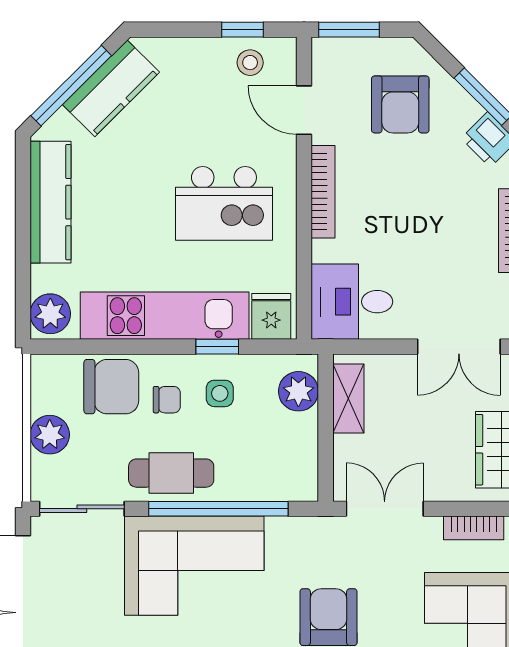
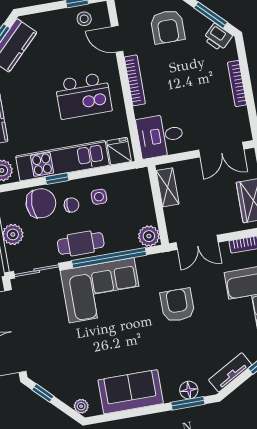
window: (217, 347) -> (57, 179), moved
plant: (298, 391) -> (149, 236), moved
double door: (385, 509) -> (197, 242), swing flipped

